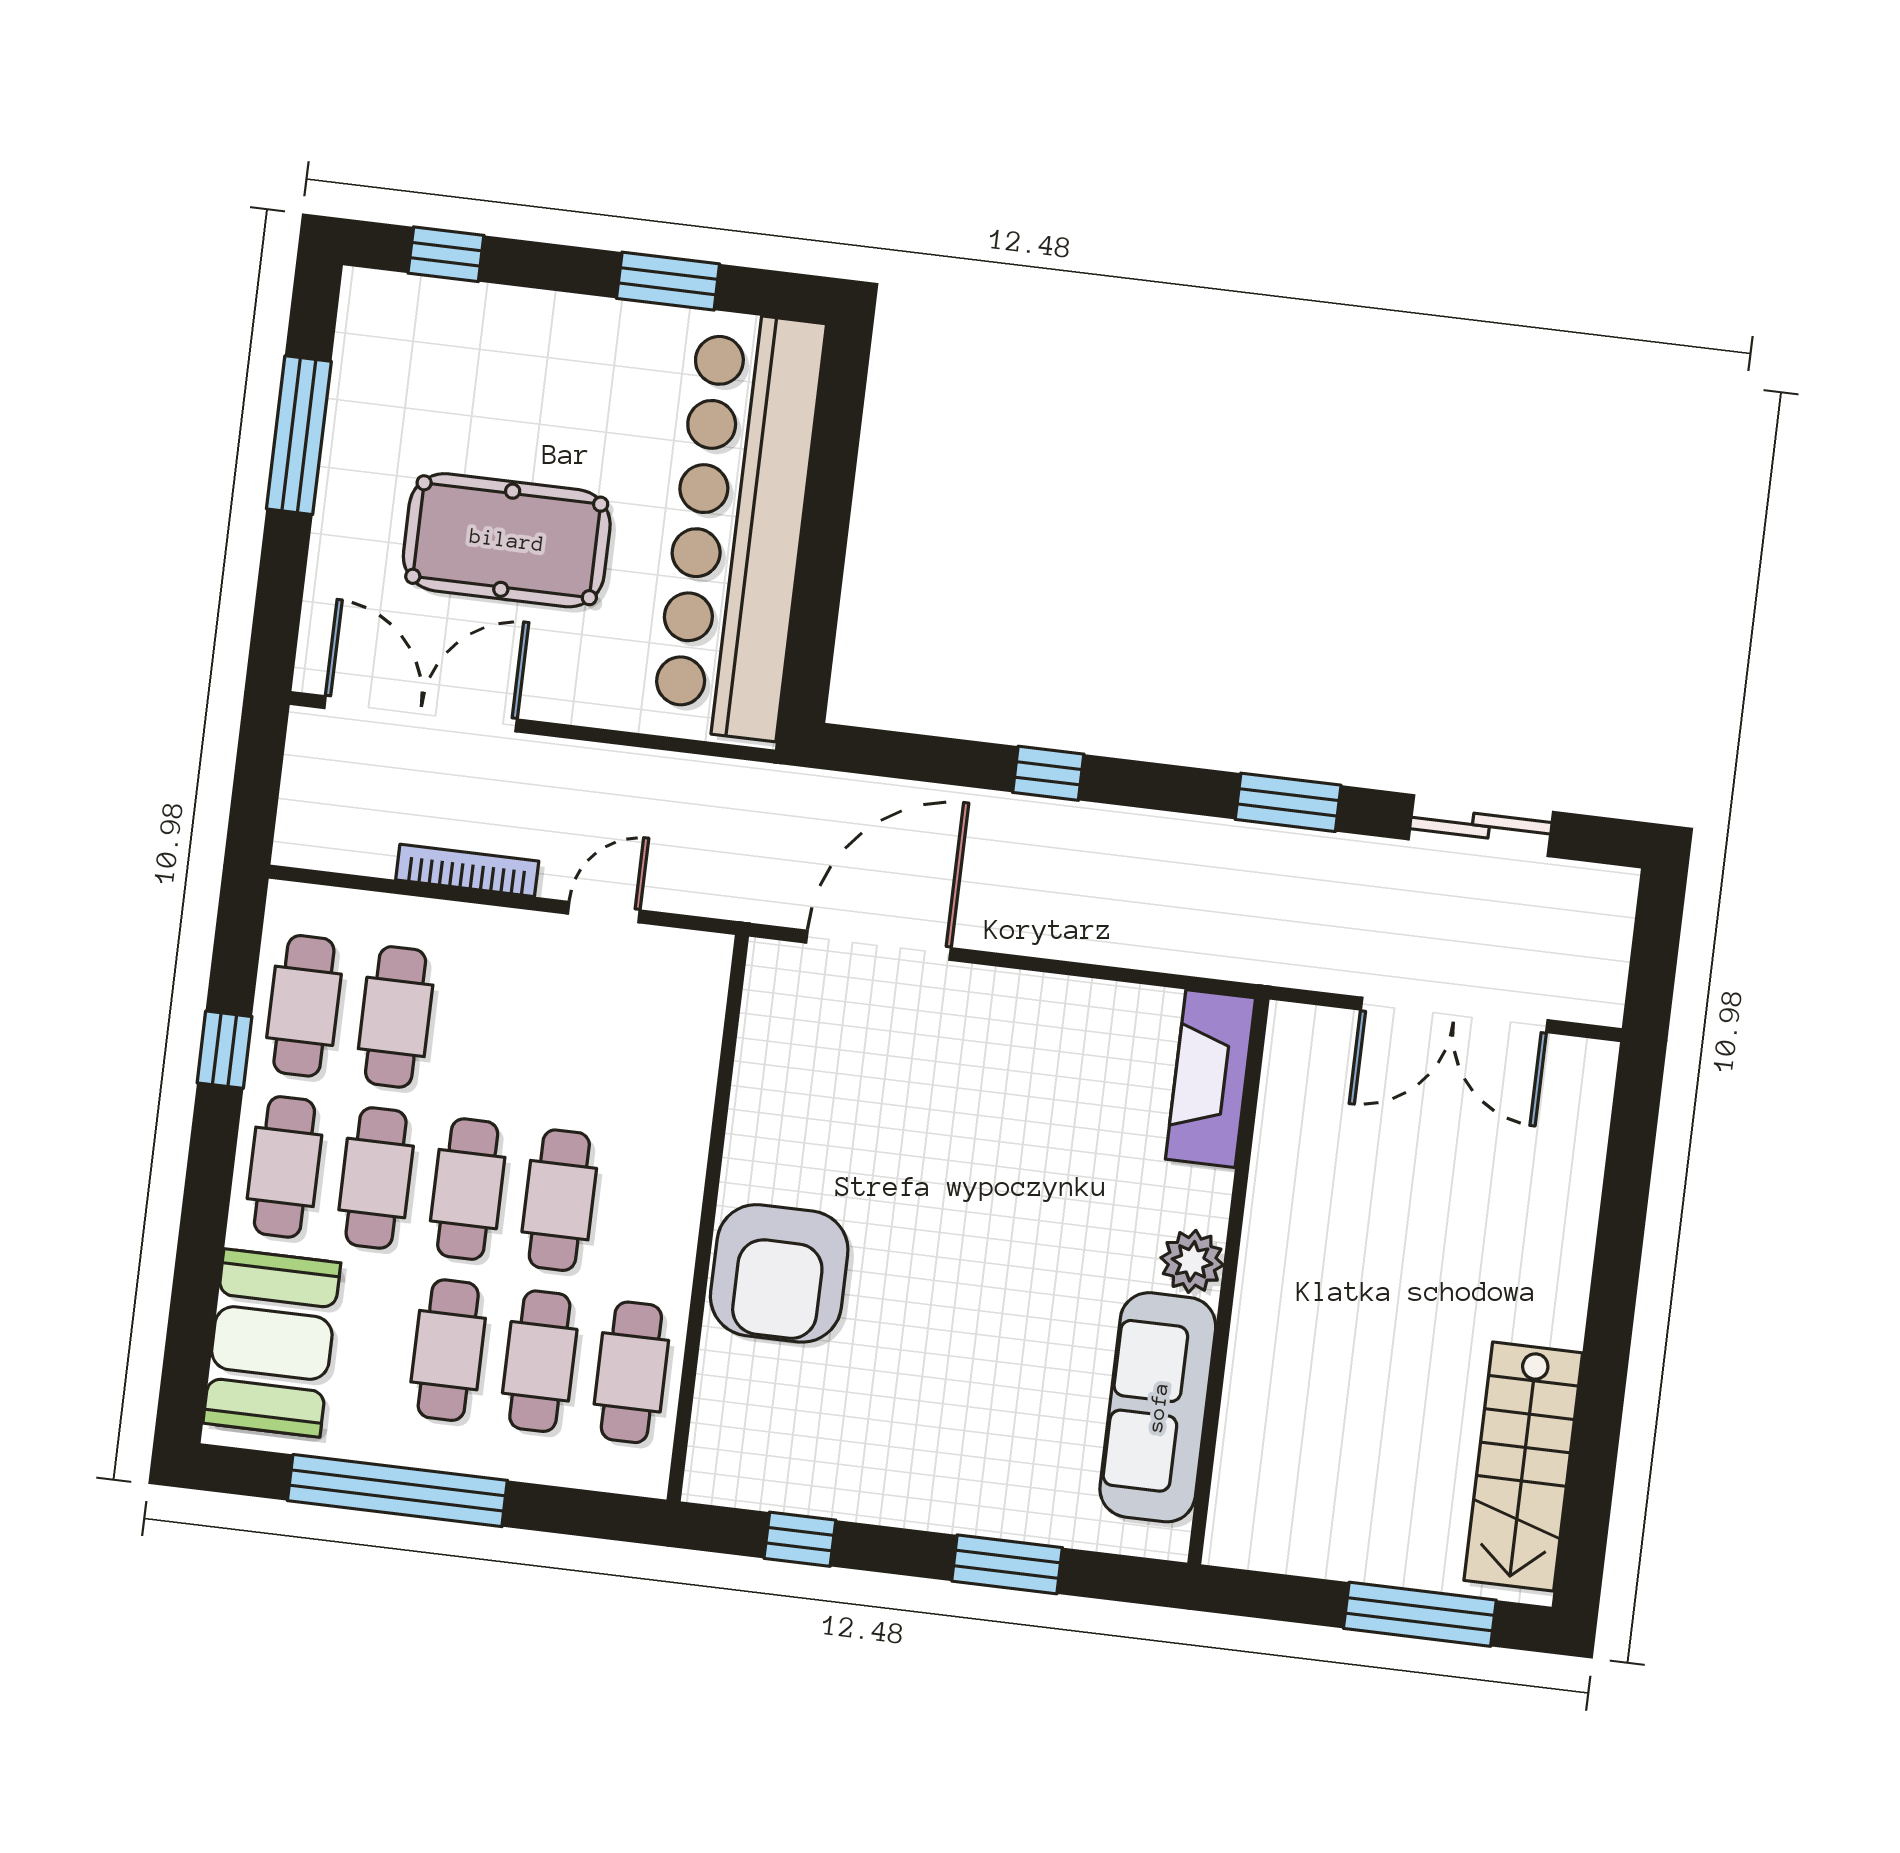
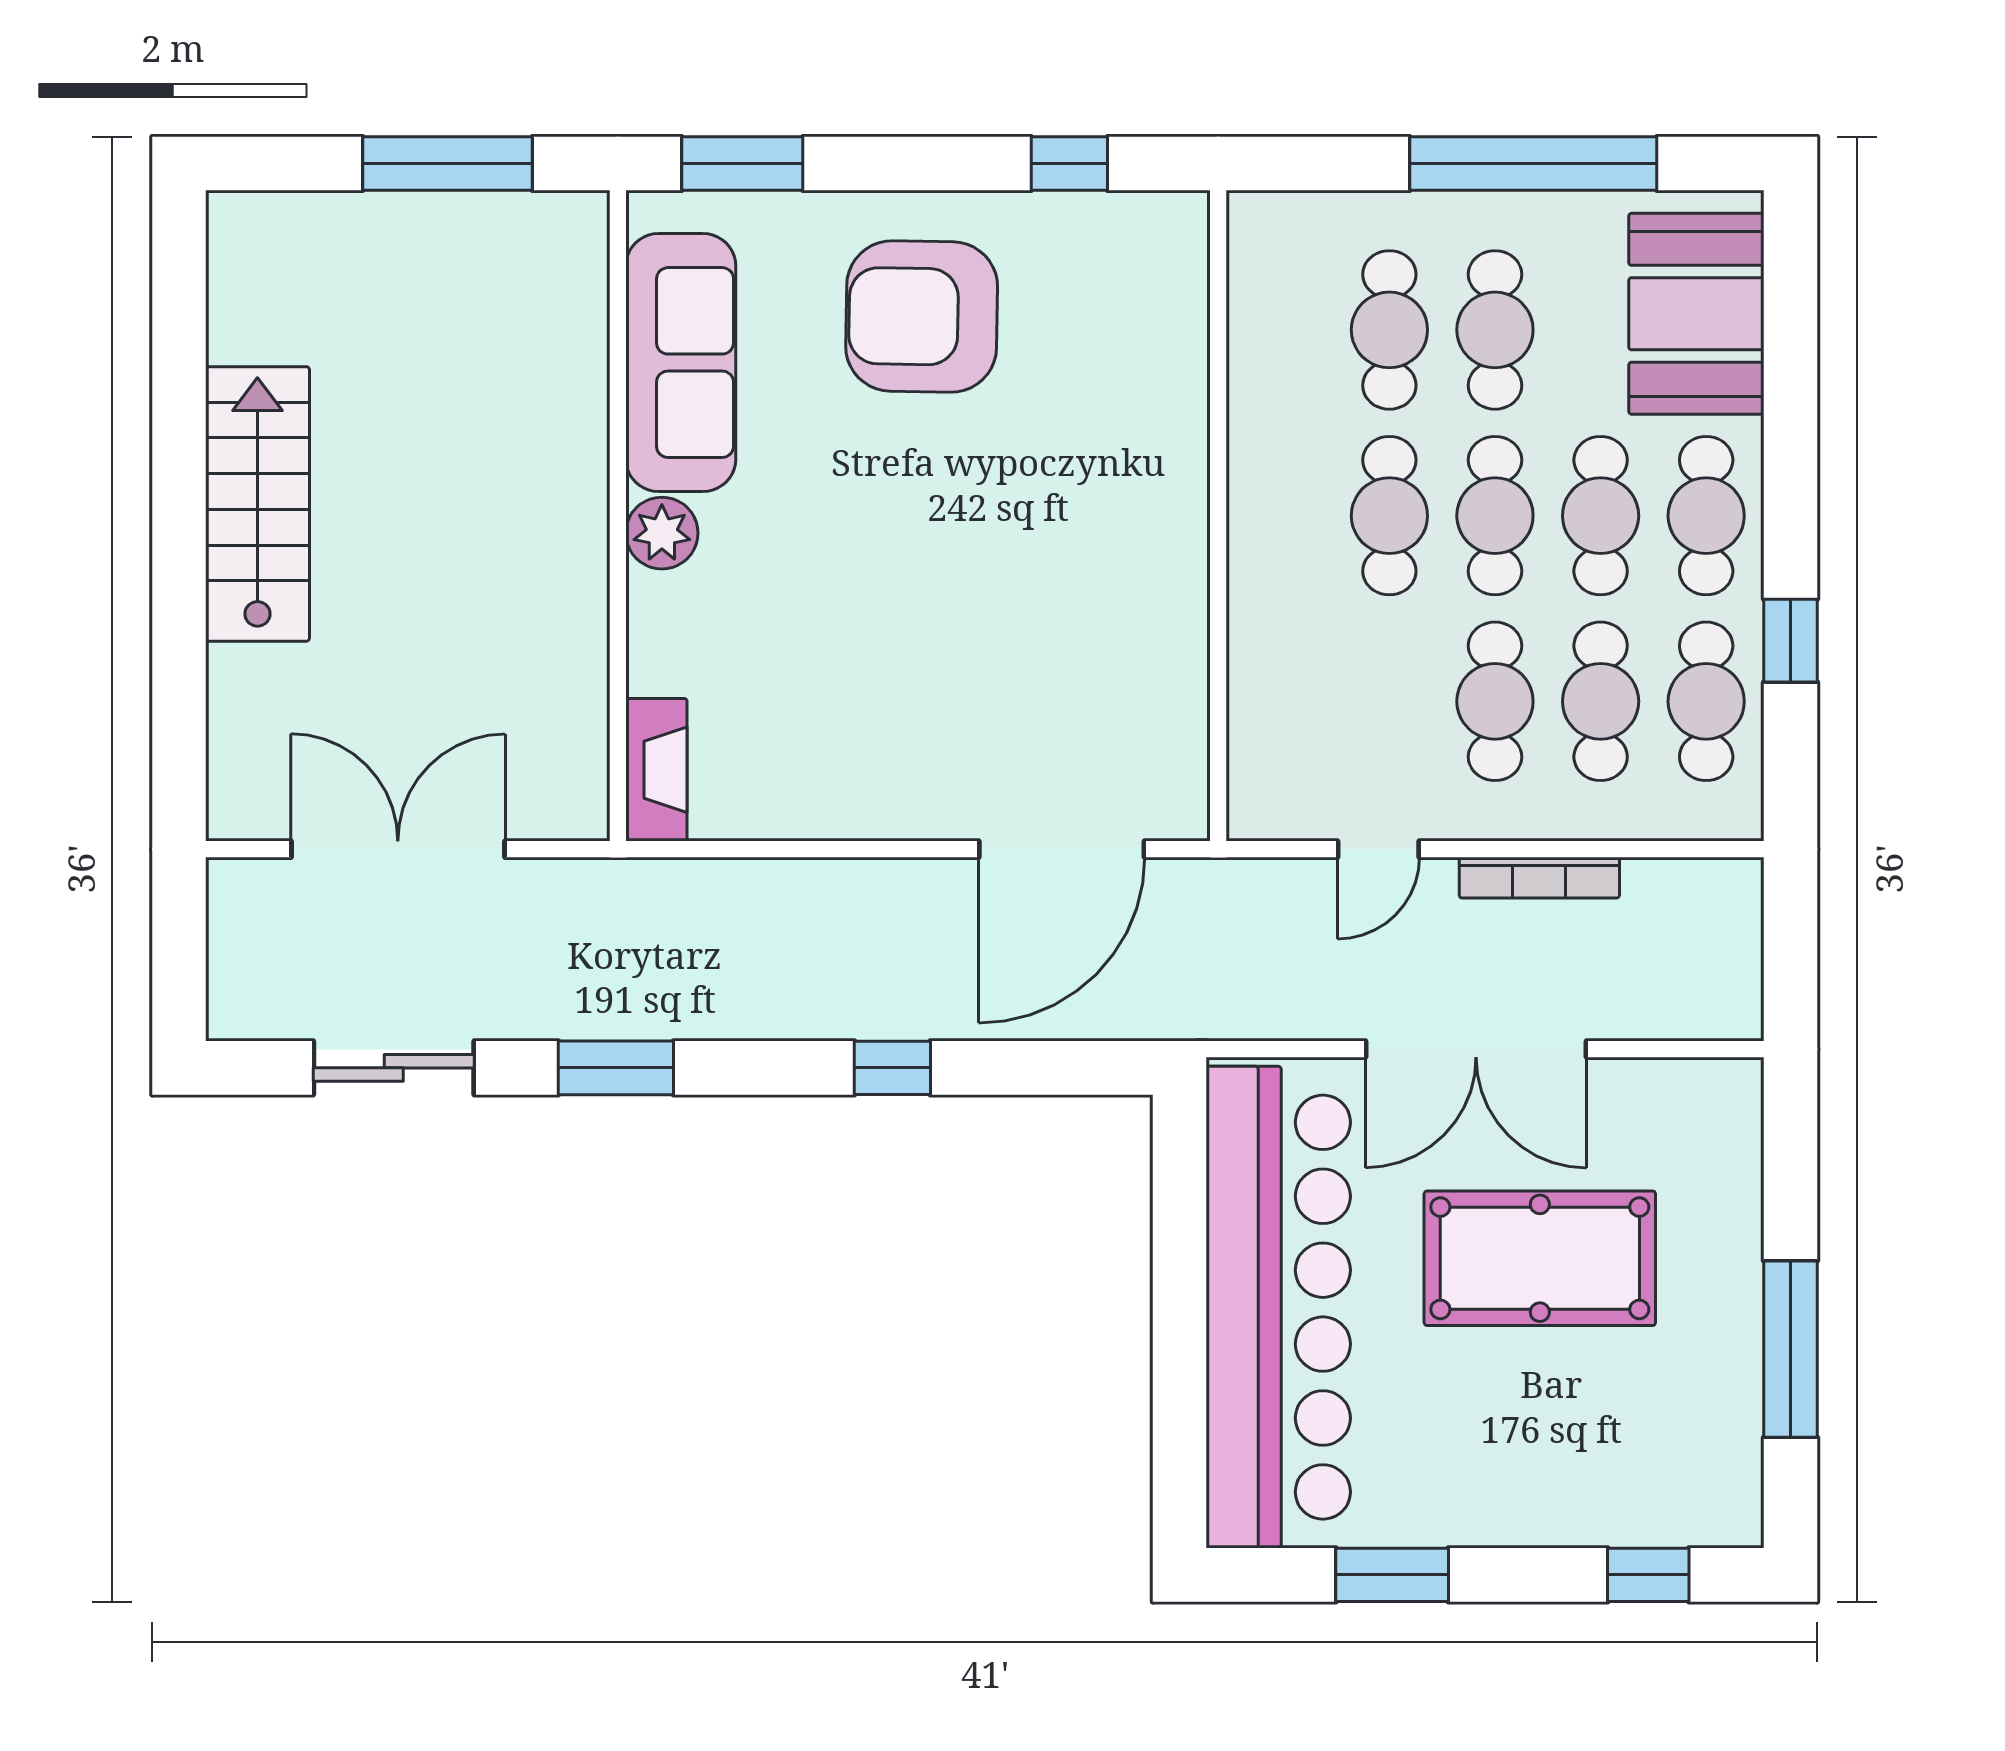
double door: (421, 714) -> (1476, 1049), moved
fireplace: (1211, 1079) -> (656, 770), width x0.73, depth x0.76
armchair: (779, 1273) -> (922, 317), moved, turned -89
cafe table: (631, 1372) -> (1495, 701), moved
stairs: (1523, 1467) -> (257, 504), moved
window: (1007, 1564) -> (742, 163), moved
window: (1420, 1614) -> (448, 163), moved

